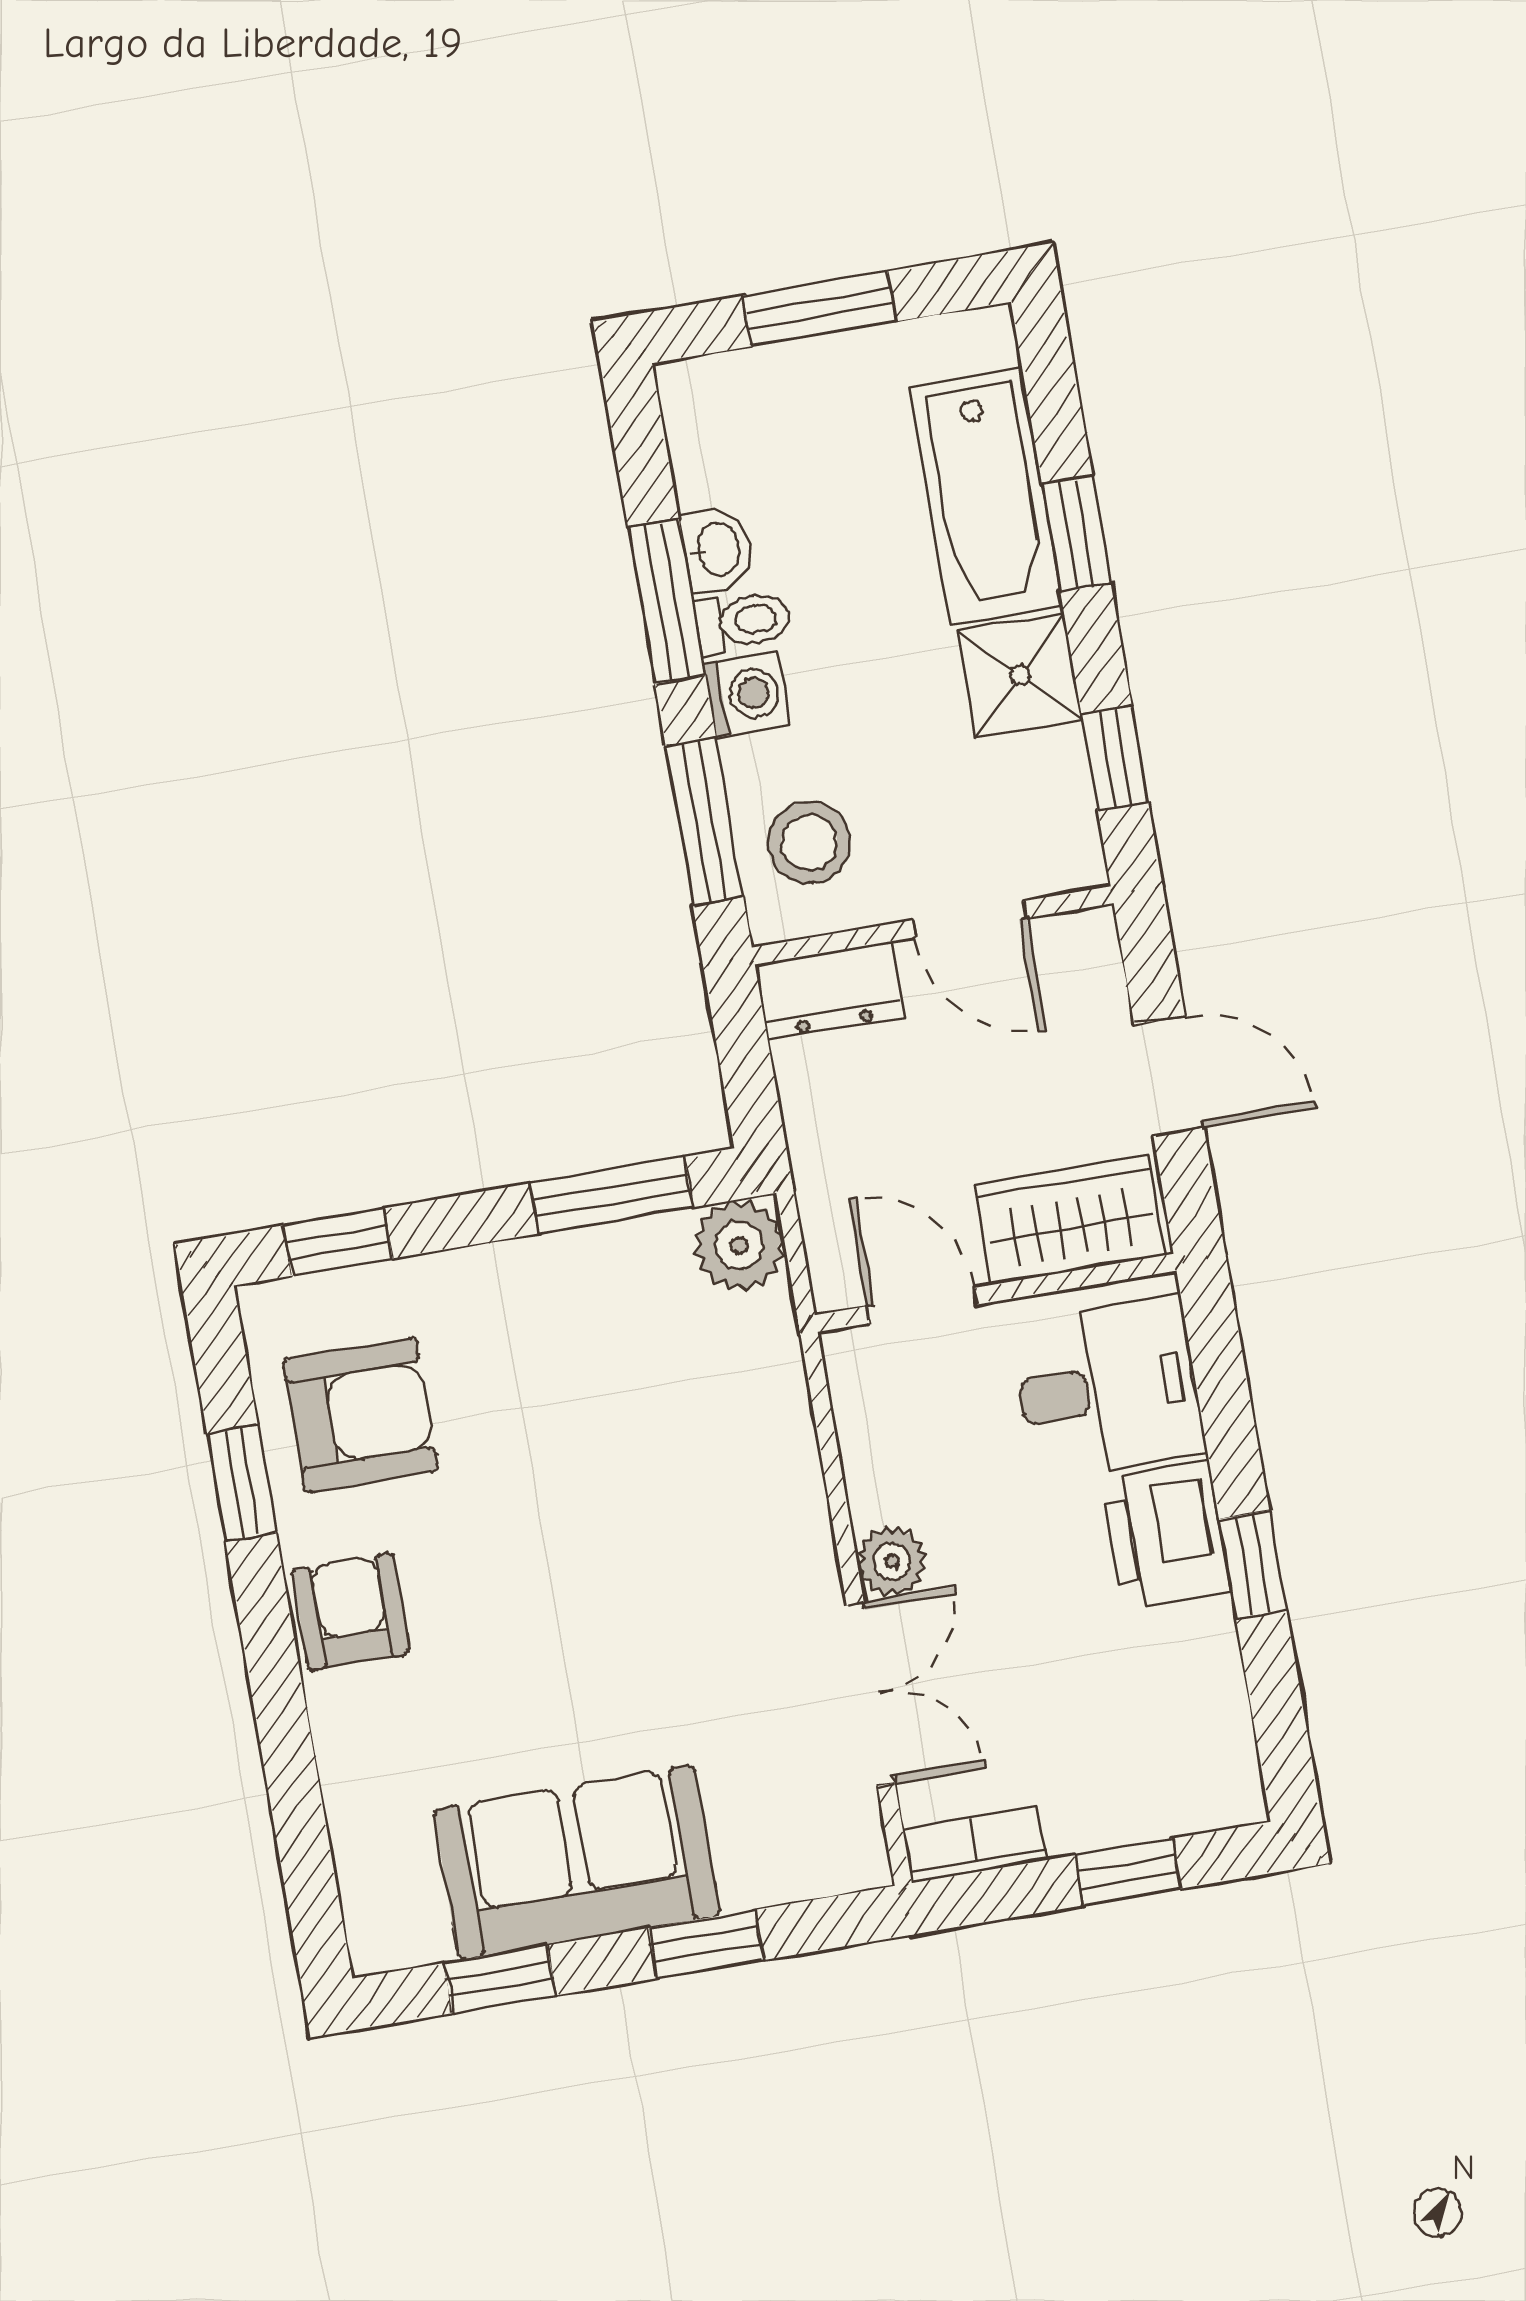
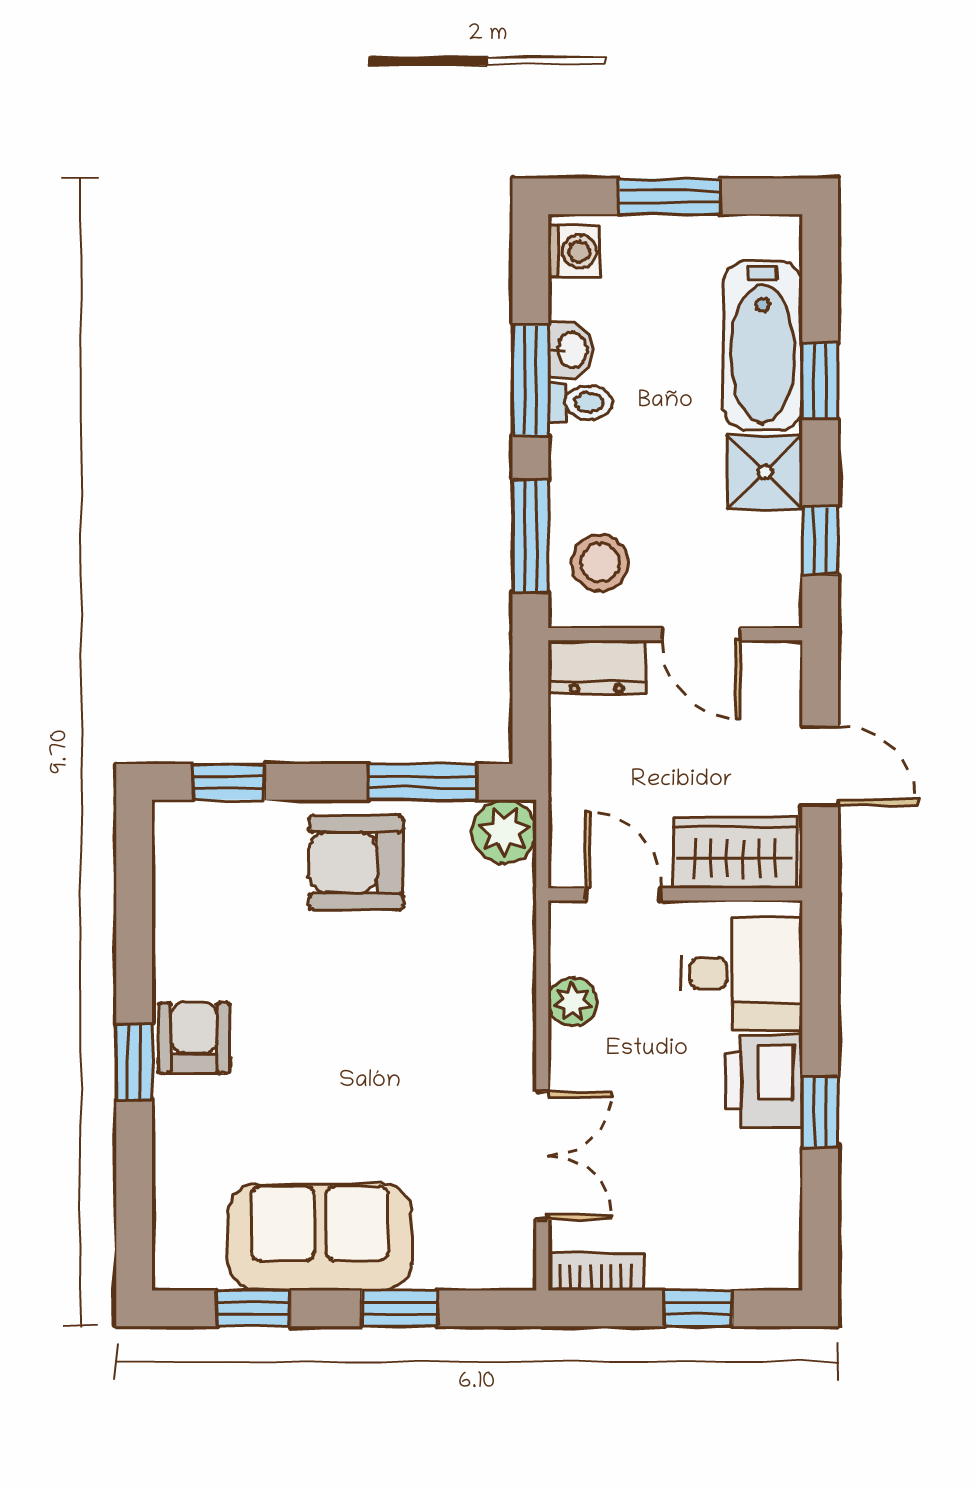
washing machine: (746, 694) -> (574, 251), moved
armchair: (361, 1415) -> (356, 863), moved, turned 180
window: (242, 1483) -> (134, 1062), moved
plant: (892, 1561) -> (572, 1002), moved

